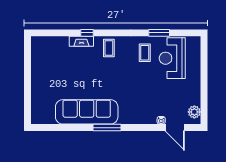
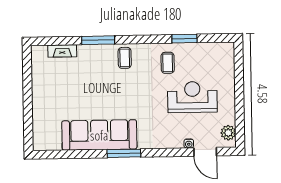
window: (87, 33) -> (98, 40), width x2.17
fireplace: (81, 41) -> (62, 51), moved
reception desk: (172, 58) -> (192, 97), moved, turned 90

